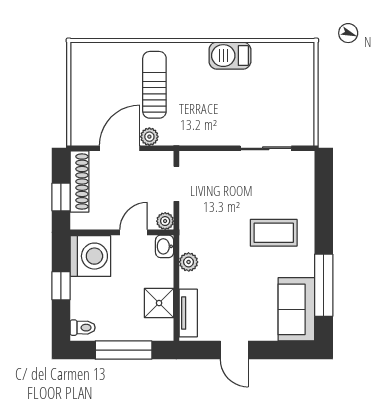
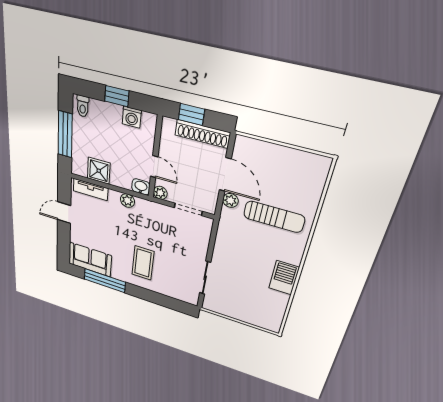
washing machine: (90, 256) -> (132, 117), width x0.53, depth x0.53

